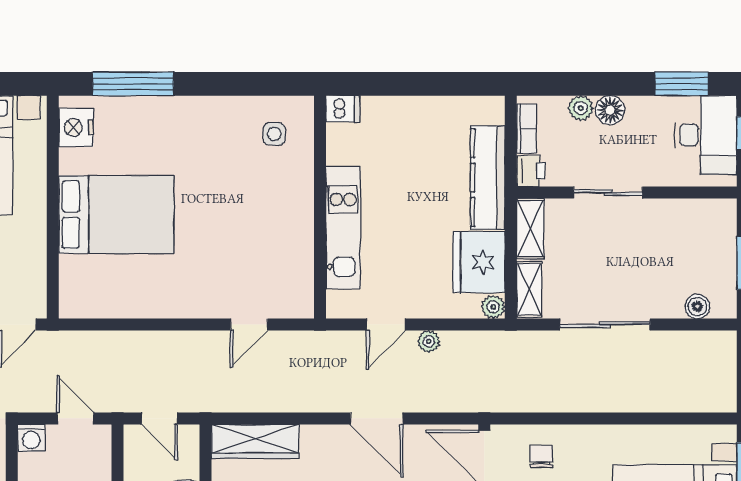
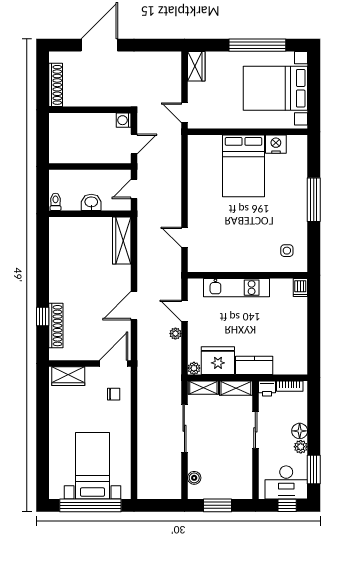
window: (133, 84) -> (314, 200), moved
plant: (581, 108) -> (301, 447), moved
nightstand: (76, 127) -> (276, 144), moved
kitchen counter: (488, 178) -> (254, 365), width x0.67

